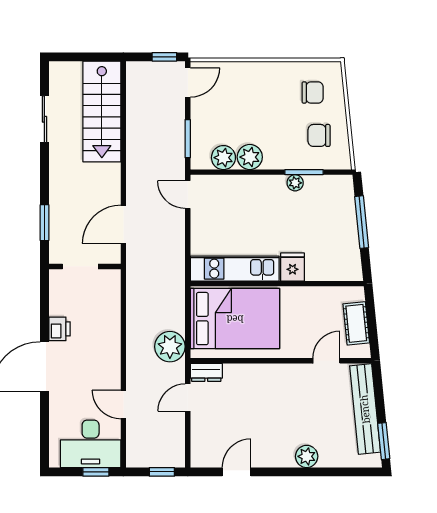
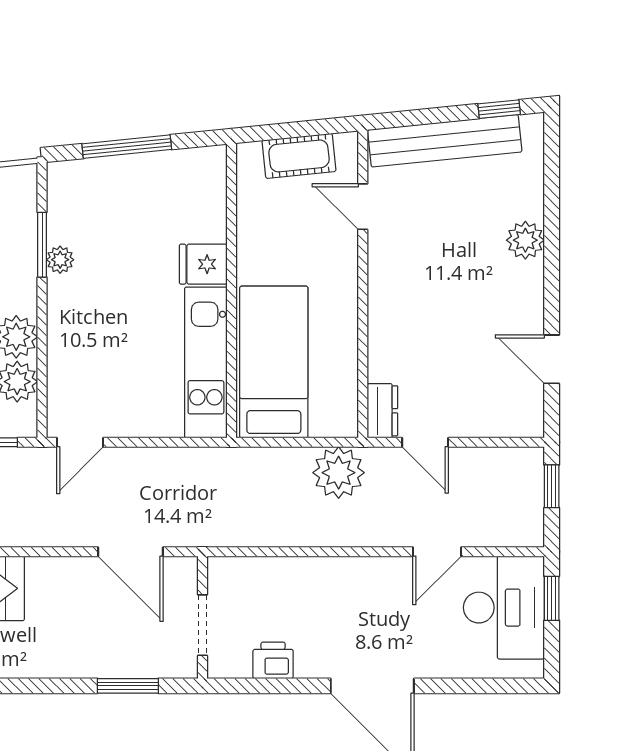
bed: (235, 319) -> (274, 362), width x0.67
printer: (60, 329) -> (273, 660), moved
window: (384, 441) -> (499, 109), width x0.67

